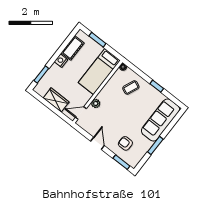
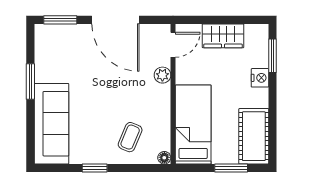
cot: (73, 48) -> (254, 136), width x1.37, depth x1.34
nightstand: (61, 61) -> (260, 78), moved
door: (97, 143) -> (115, 20), width x1.87
armchair: (125, 143) -> (76, 51), removed

